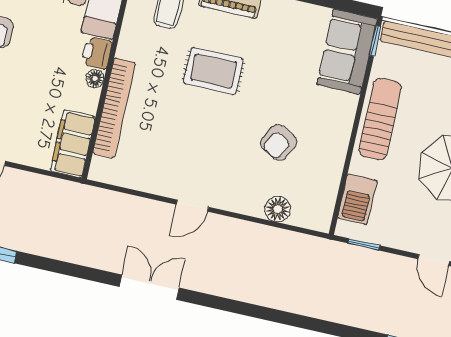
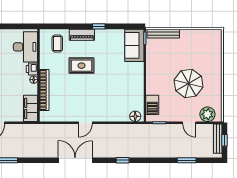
sun lounger: (380, 119) -> (154, 70), removed
armchair: (279, 143) -> (115, 89), removed
floor lamp: (278, 209) -> (135, 116), moved
double door: (149, 287) -> (75, 160), width x1.37
window: (259, 312) -> (123, 160), added

